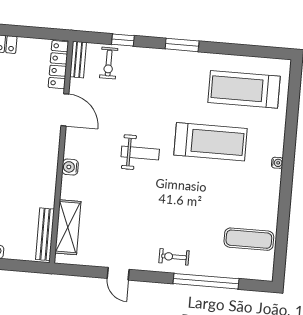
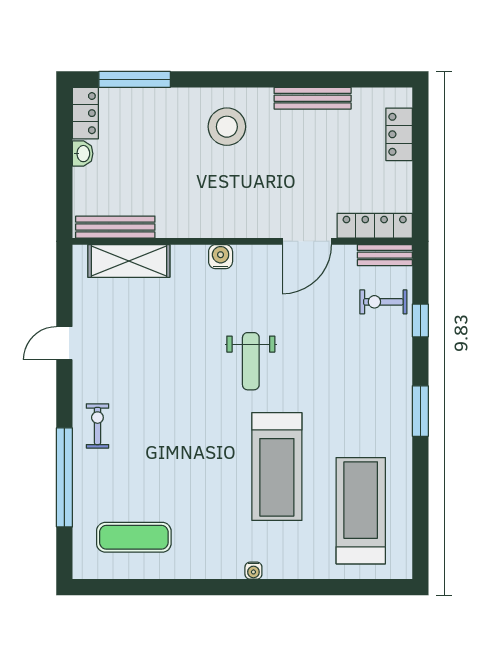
exercise mat: (249, 239) -> (134, 537), turned 90

